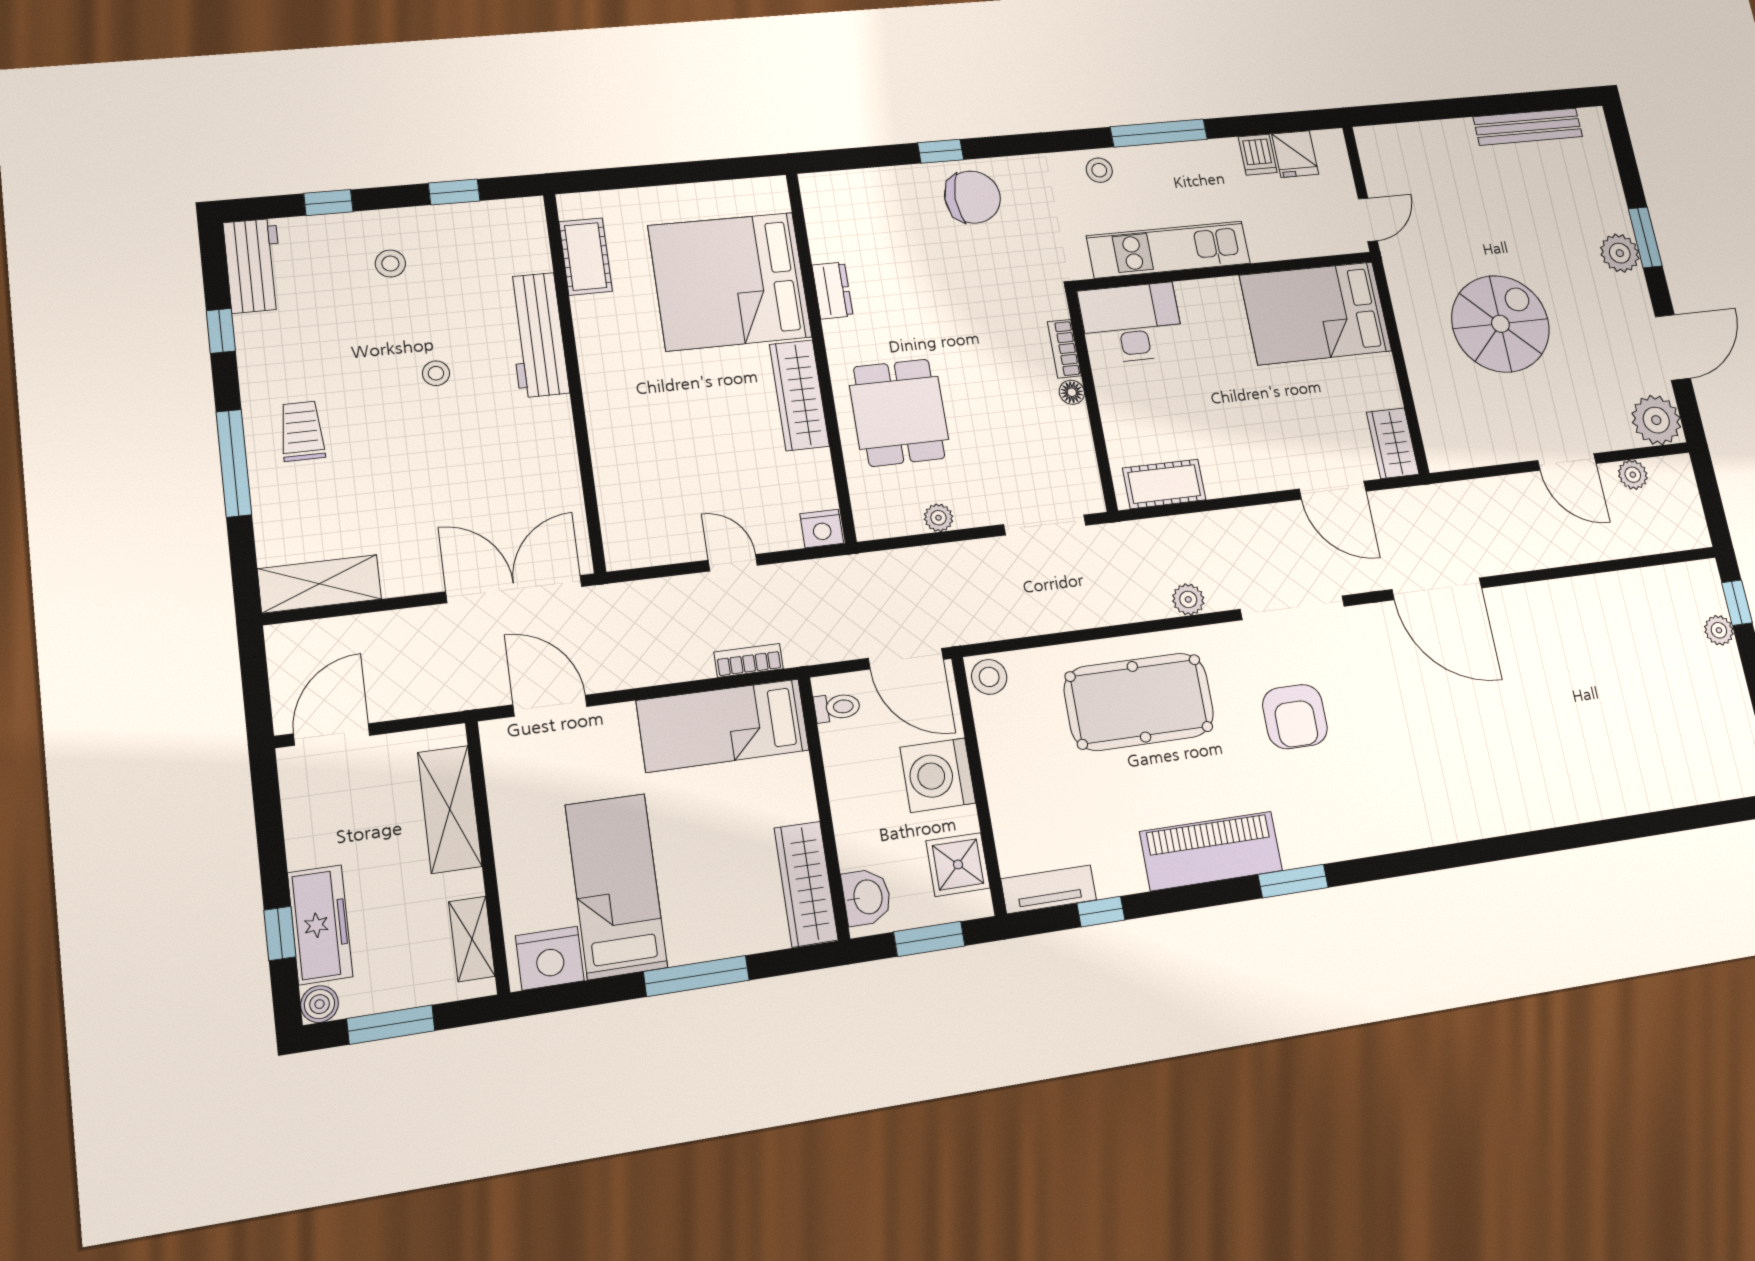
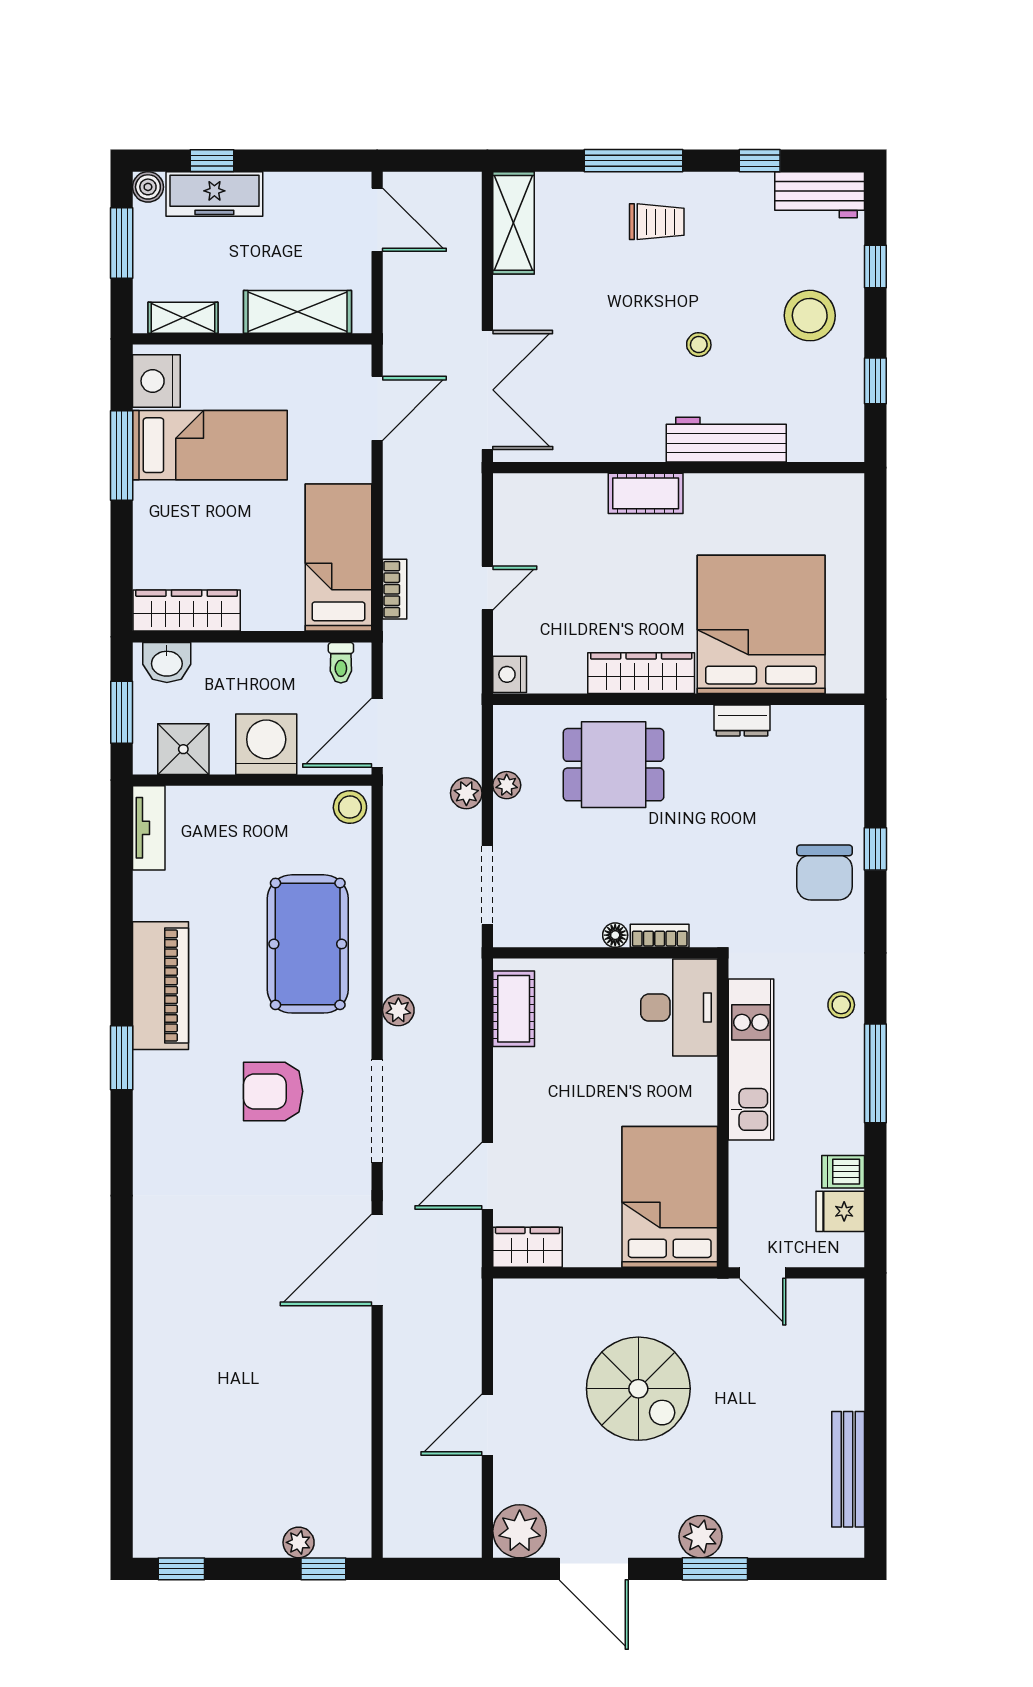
cot: (586, 256) -> (646, 493), moved
stool: (390, 264) -> (810, 316), width x1.89, depth x1.89
plant: (1633, 475) -> (466, 793), moved
window: (1101, 912) -> (122, 872), removed
window: (696, 976) -> (122, 455), moved

